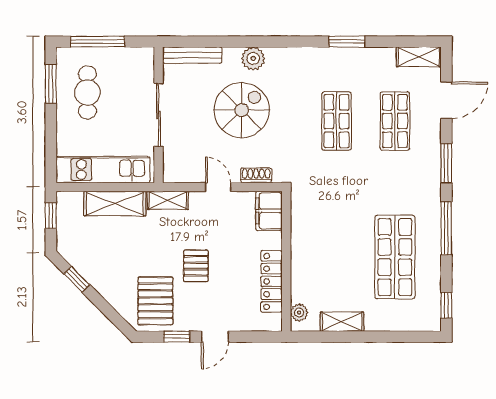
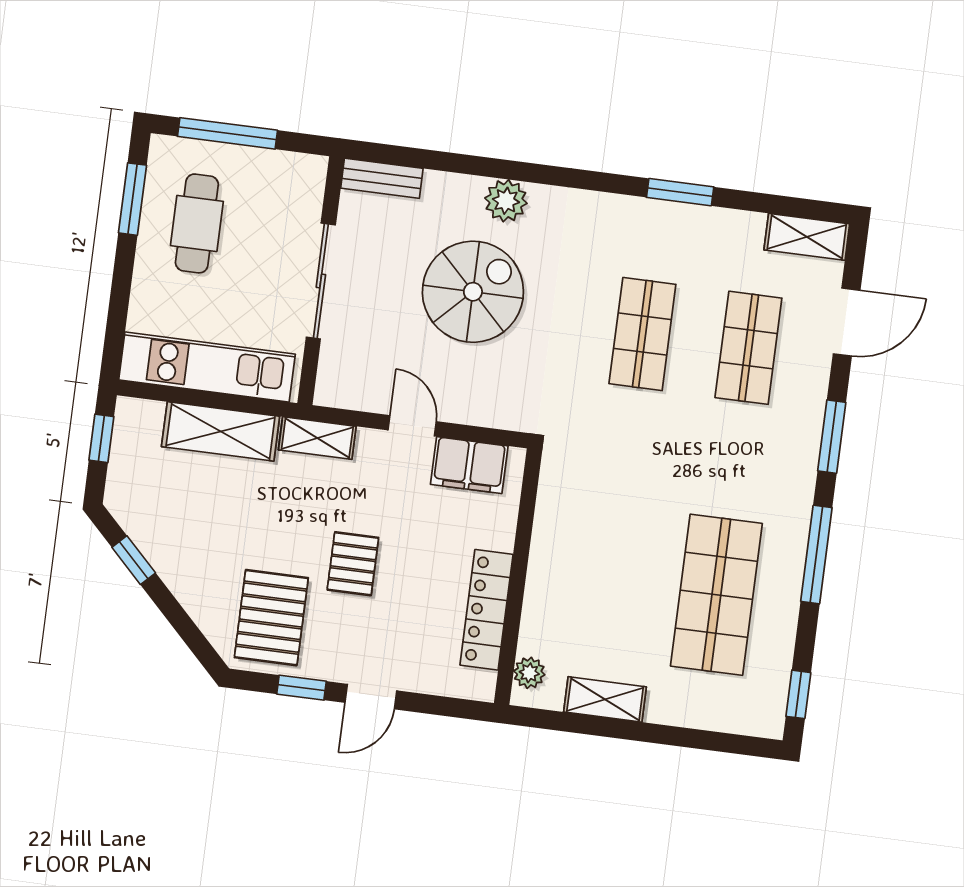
bench: (192, 55) -> (382, 178), width x0.73
shoe rack: (256, 175) -> (484, 414), removed
filing cabinet: (269, 211) -> (469, 465), moved, turned -90

